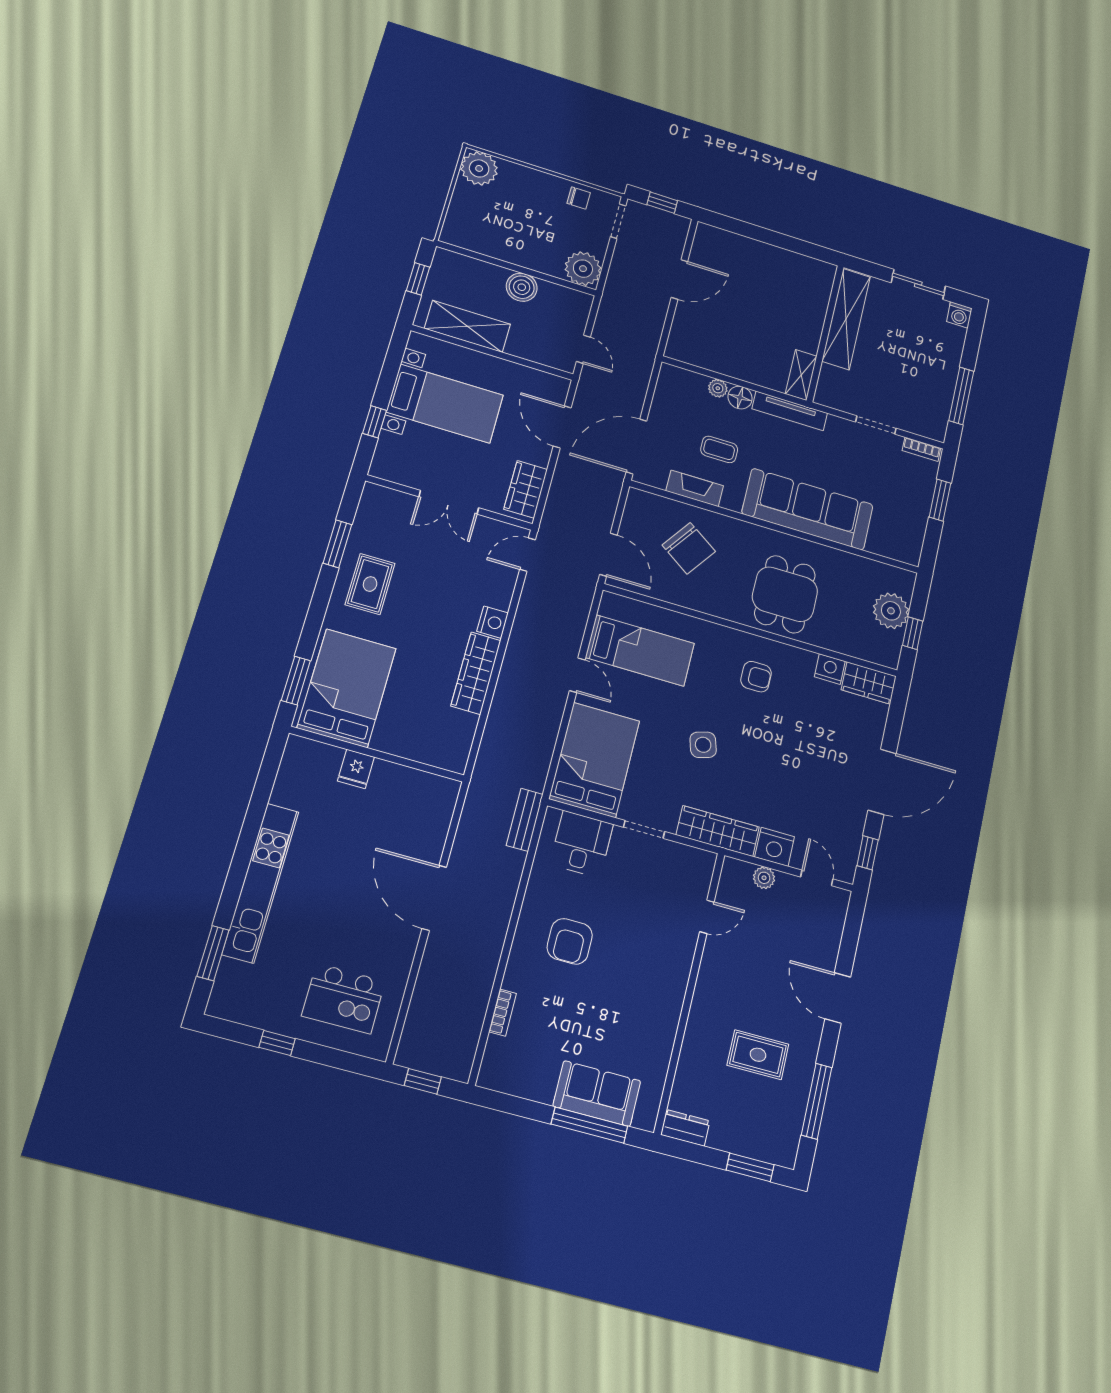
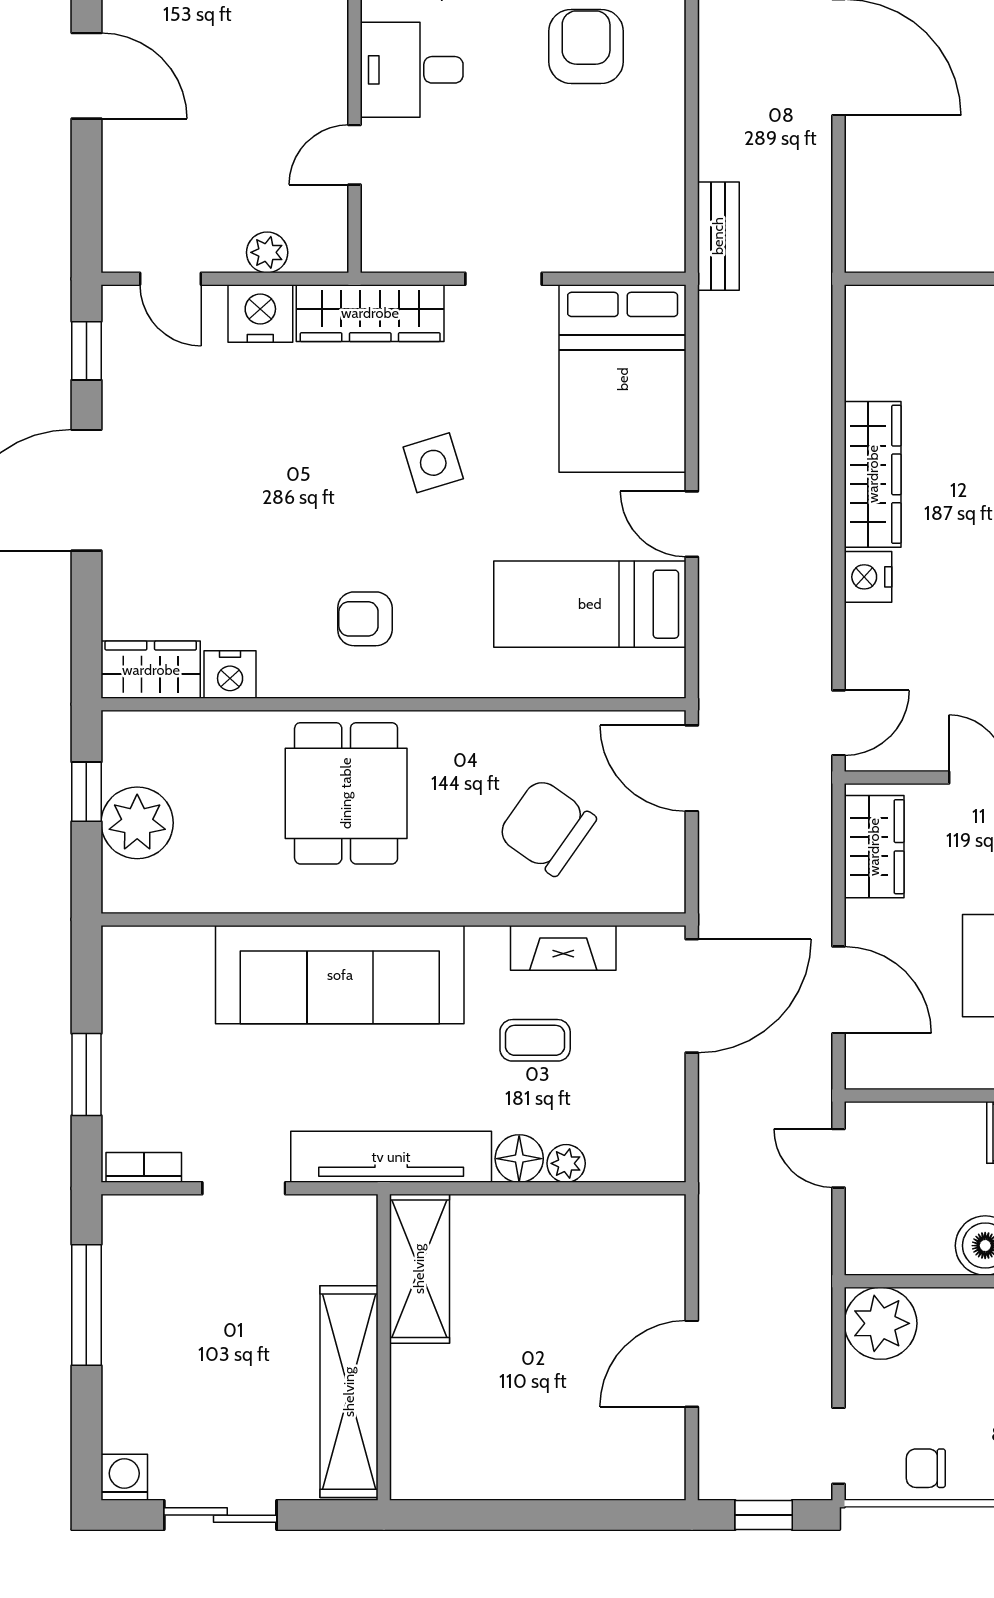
shelving: (801, 375) -> (419, 1269), width x1.50, depth x1.33
tv unit: (790, 411) -> (391, 1157), width x1.36, depth x1.29
desk: (582, 844) -> (412, 70), moved, turned 90

